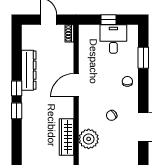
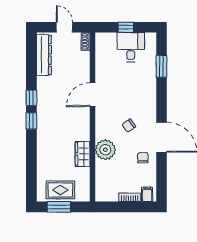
dresser: (29, 70) -> (44, 55), moved
chair: (127, 81) -> (143, 158), moved
wardrobe: (67, 137) -> (83, 154), width x0.67

